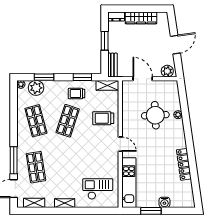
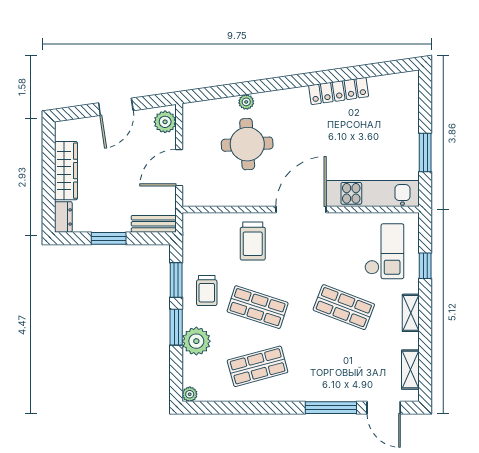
door: (175, 45) -> (116, 107), swing flipped
window: (44, 77) -> (176, 327), moved
shelving: (107, 85) -> (192, 233), removed
plant: (36, 88) -> (196, 341), moved
door: (120, 144) -> (301, 209), width x1.88
shop shelf: (36, 167) -> (344, 307), moved, turned 30
checkout: (98, 189) -> (384, 251), turned 180
water cooler: (164, 202) -> (409, 127), removed
window: (90, 211) -> (425, 266), added

